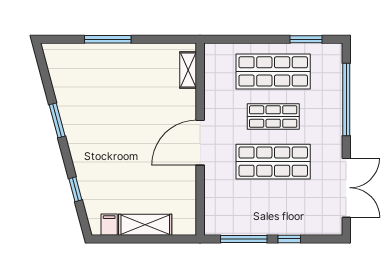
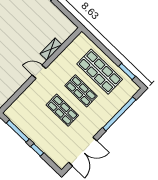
shelving: (188, 70) -> (51, 49), moved
door: (200, 143) -> (39, 72), width x0.53
shop shelf: (273, 162) -> (62, 110), width x0.70, depth x0.74

